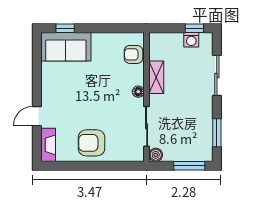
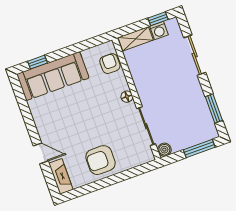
sofa: (66, 47) -> (53, 76), width x1.36
armchair: (133, 54) -> (110, 64), turned 90
shelving: (156, 77) -> (136, 39), moved, turned 90
door: (37, 116) -> (41, 153), swing flipped

